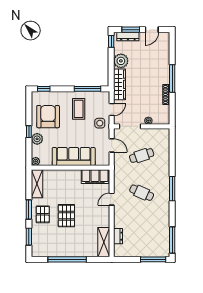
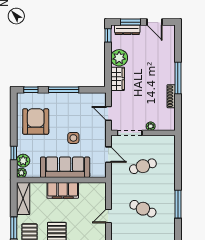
door: (152, 30) -> (155, 22), hinge flipped
wardrobe: (120, 84) -> (118, 79), width x0.67
window: (87, 89) -> (64, 90), moved
coffee table: (79, 109) -> (71, 113), removed
door: (112, 110) -> (108, 113), swing flipped
side table: (100, 123) -> (73, 138), moved
window: (29, 132) -> (14, 153), moved
plant: (37, 139) -> (23, 161), moved
filing cabinet: (95, 177) -> (63, 190), moved

